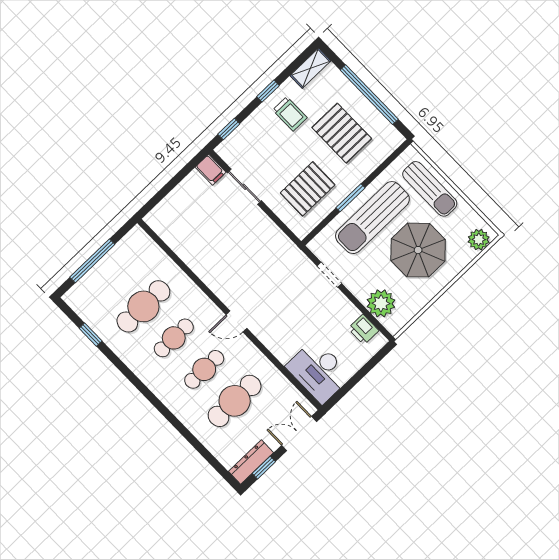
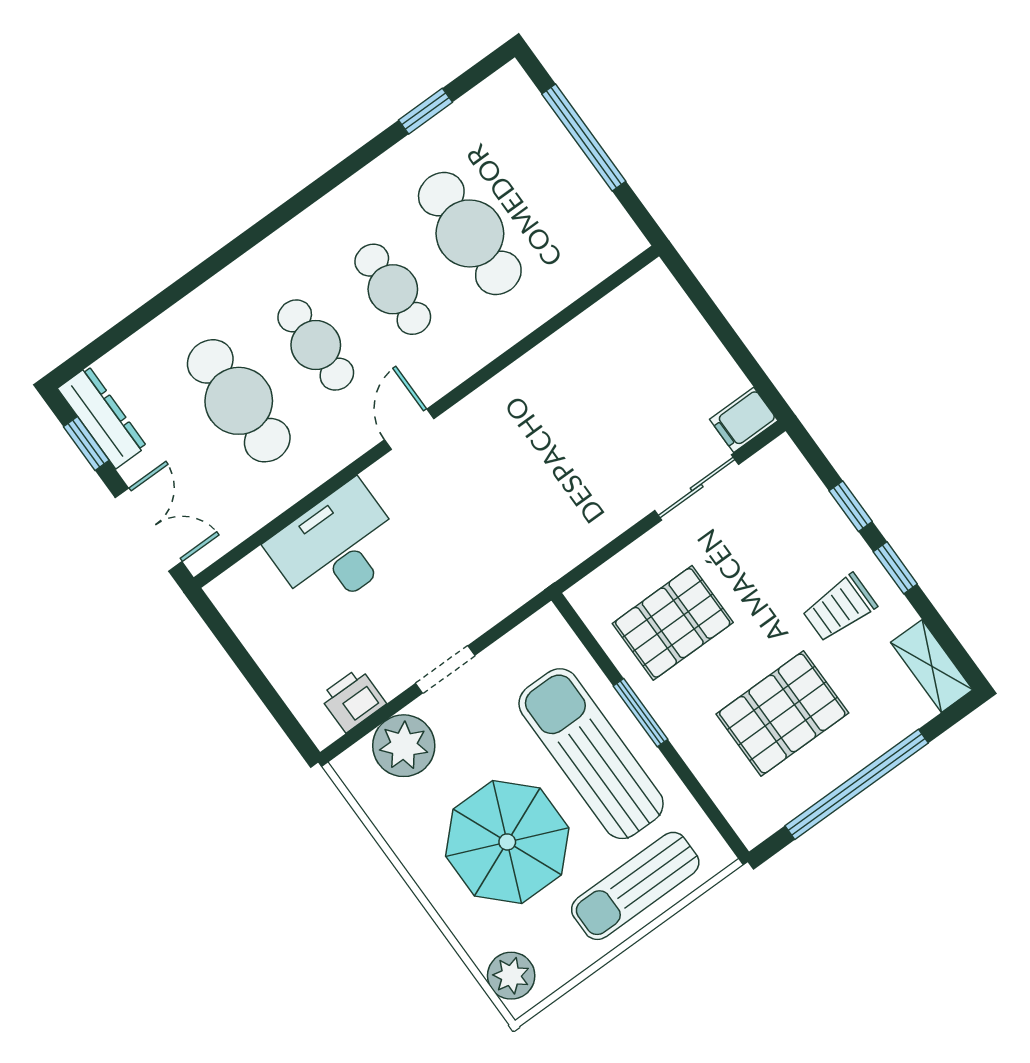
window: (229, 129) -> (851, 506), moved
pallet: (308, 189) -> (673, 623), turned 90
doorway: (329, 275) -> (445, 669), moved
desk: (319, 371) -> (336, 548), moved

